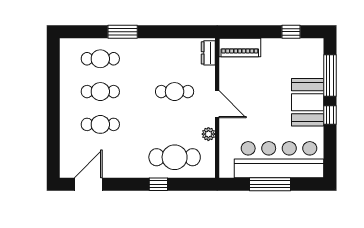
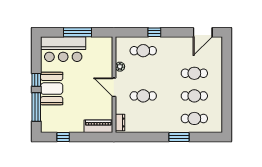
cafe table: (175, 157) -> (143, 51), width x0.73, depth x0.74
bar counter: (279, 160) -> (63, 49), width x0.73

